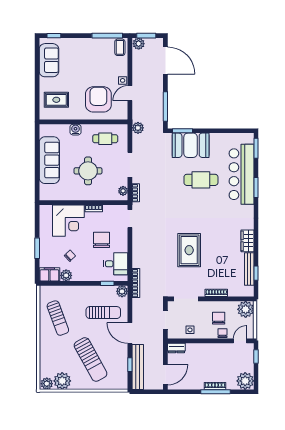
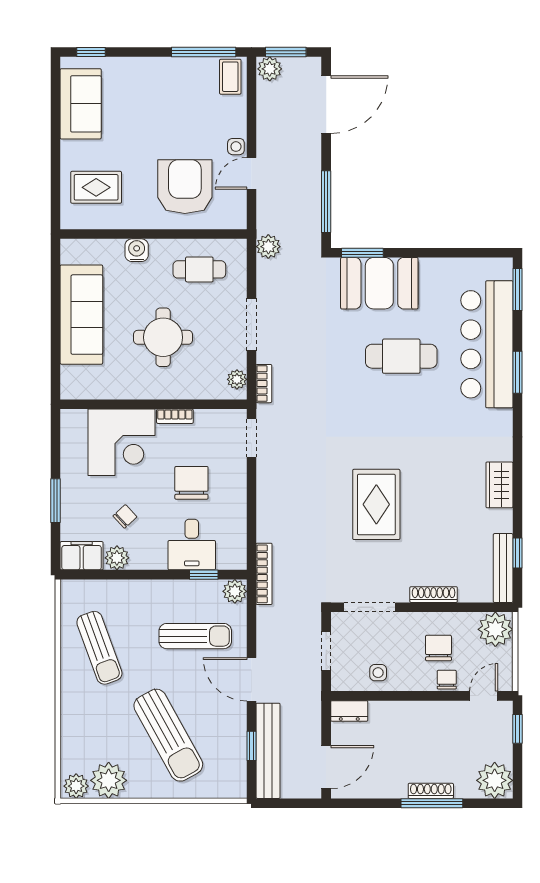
door: (165, 61) -> (326, 105), hinge flipped
desk: (116, 264) -> (192, 545), moved, turned 90
bench: (249, 269) -> (503, 568), moved

